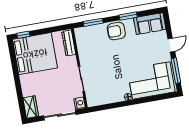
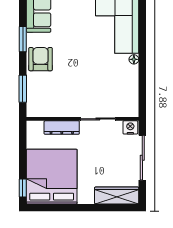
armchair: (116, 31) -> (41, 59), turned 180
dresser: (69, 43) -> (62, 128), moved
wardrobe: (31, 107) -> (117, 196), width x1.50

